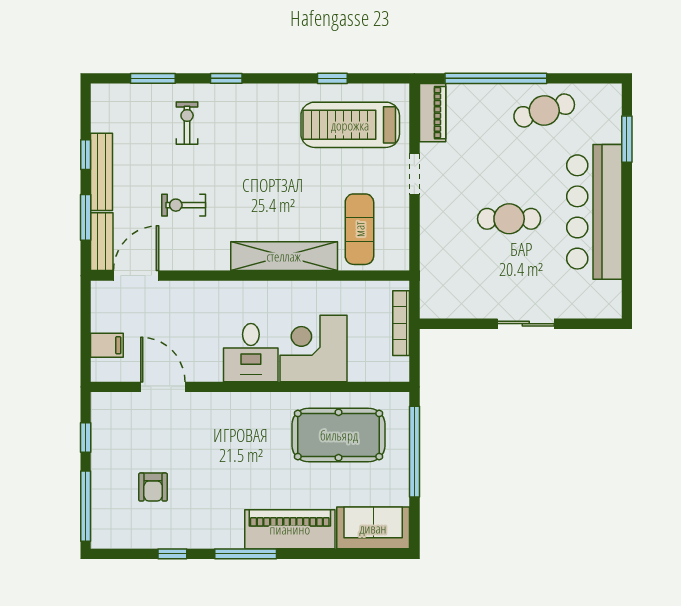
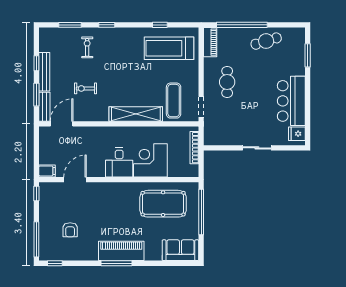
doorway: (414, 174) -> (201, 107), moved
bar counter: (594, 212) -> (291, 101), width x0.73
cafe table: (509, 219) -> (227, 82), moved, turned 90
fridge: (605, 295) -> (297, 134), added
filing cabinet: (107, 345) -> (47, 171), moved
door: (163, 387) -> (75, 180), hinge flipped
window: (86, 437) -> (36, 194), moved
piano: (290, 529) -> (121, 251), moved
window: (172, 554) -> (55, 263), moved

